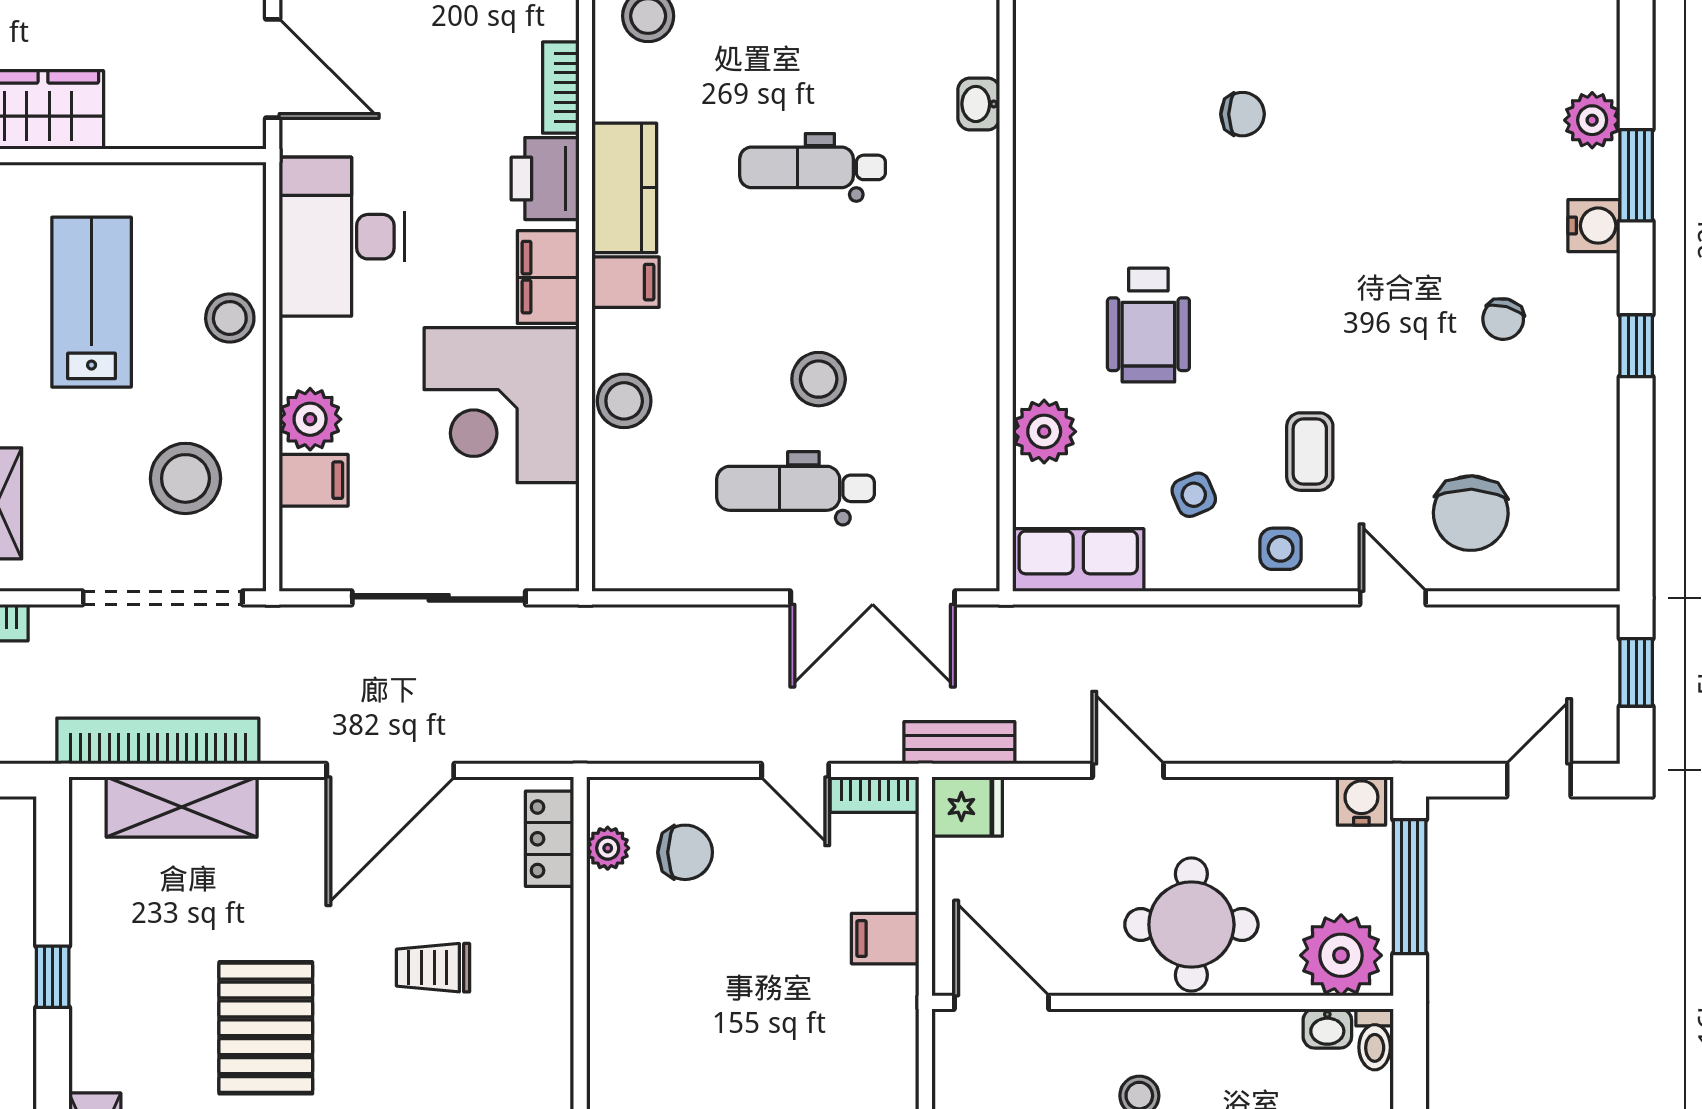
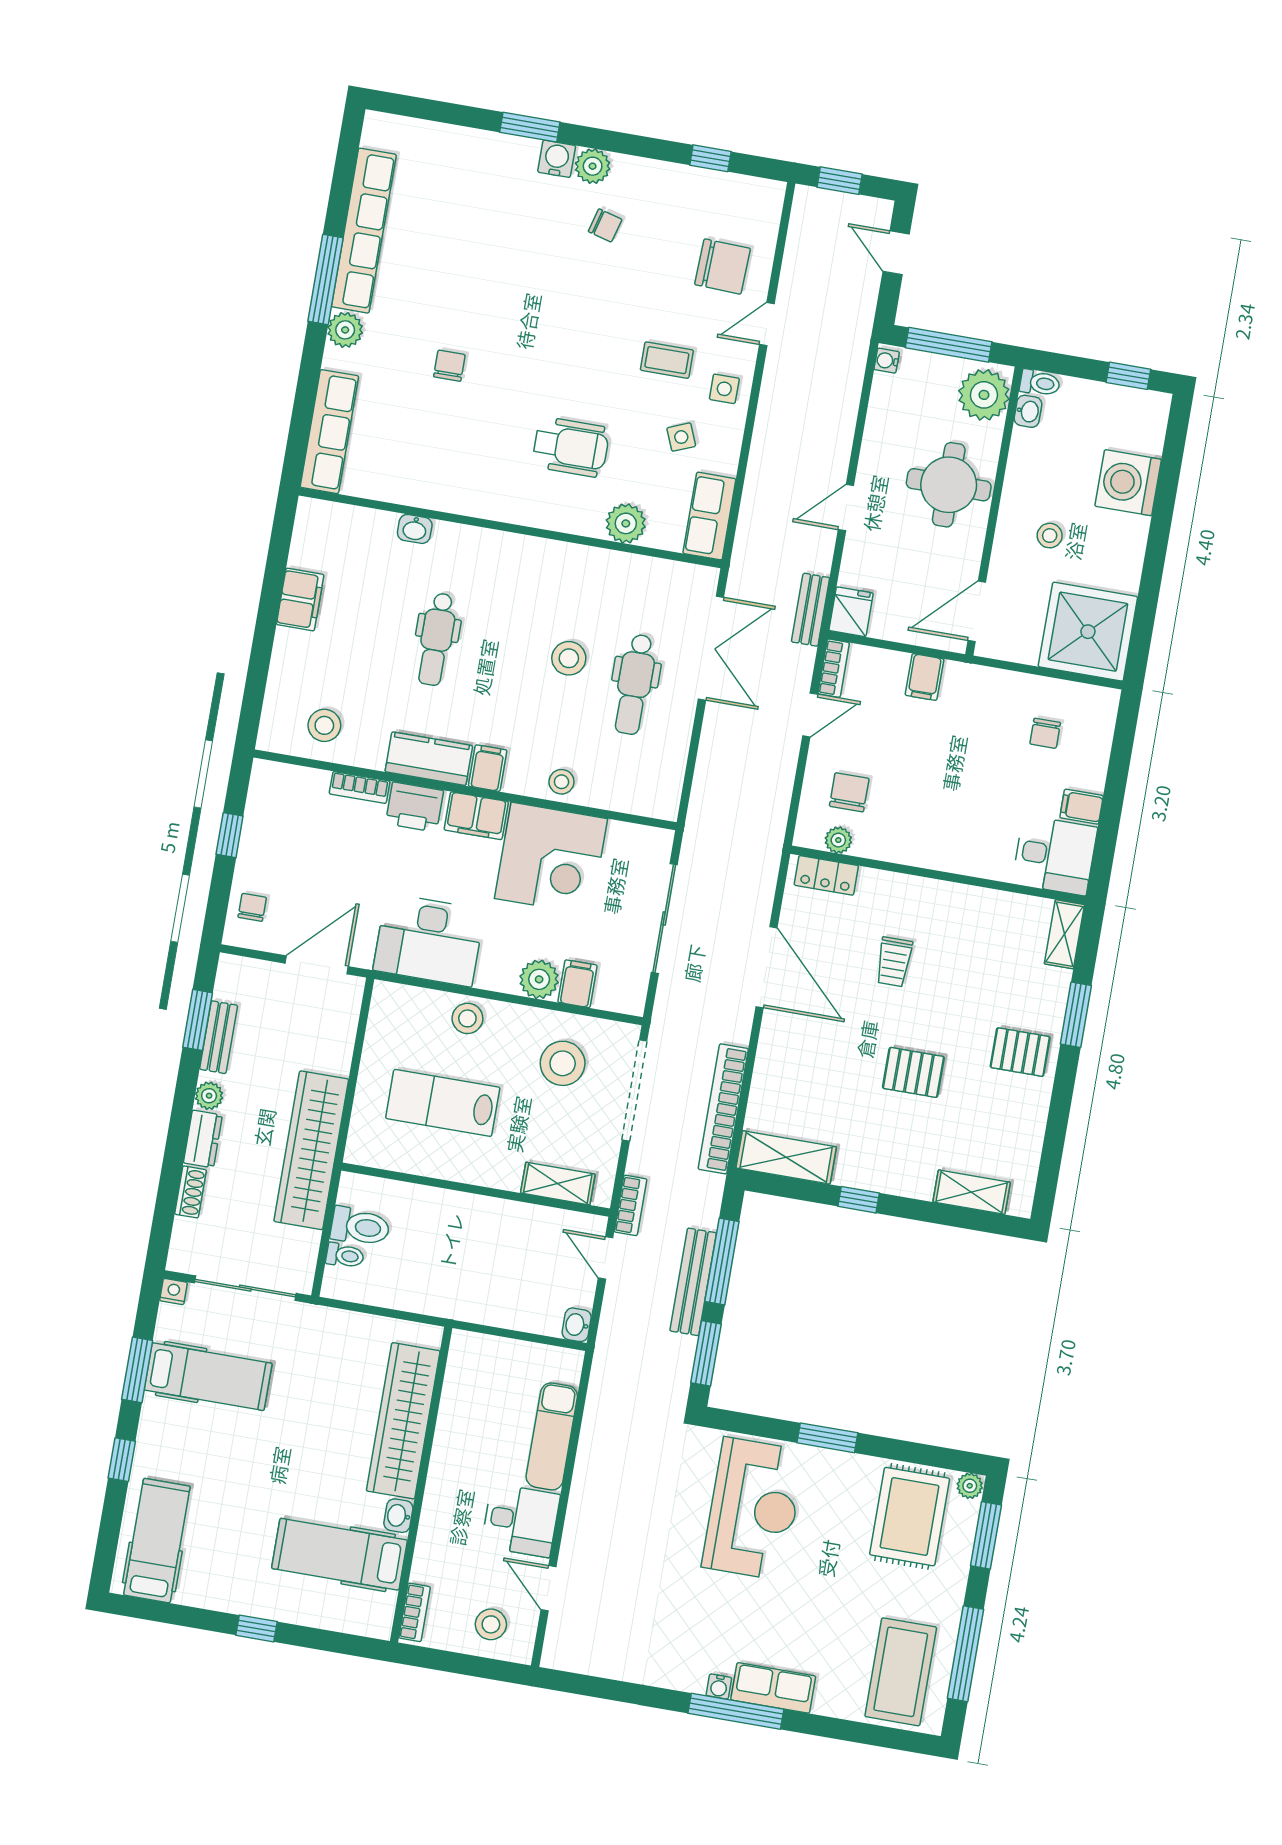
plant: (1592, 120) -> (593, 166), moved
window: (1636, 346) -> (710, 158), moved
stool: (624, 401) -> (561, 782), width x0.73, depth x0.73
water cooler: (1361, 801) -> (887, 361), width x0.72, depth x0.72
shelving: (182, 807) -> (786, 1157), moved, turned 90
pallet: (266, 1028) -> (913, 1072), width x0.67, depth x0.71

